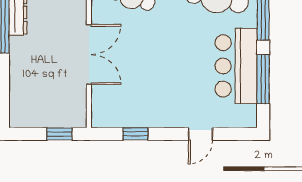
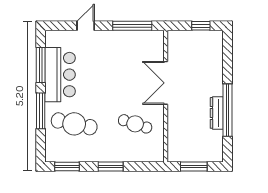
window: (59, 134) -> (201, 26), moved
window: (135, 134) -> (132, 26), width x2.17

